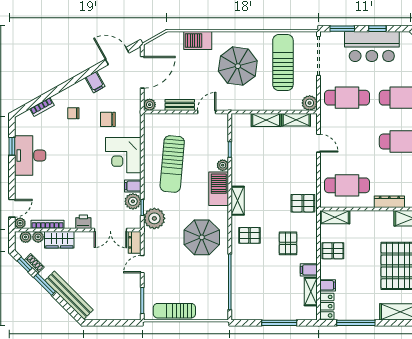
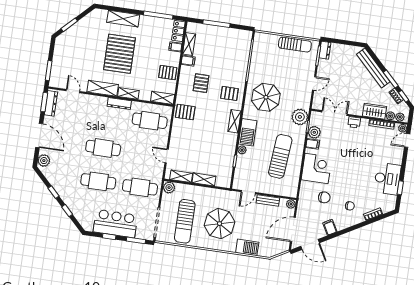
shelving: (380, 216) -> (128, 93), added
dresser: (135, 242) -> (325, 50), moved

